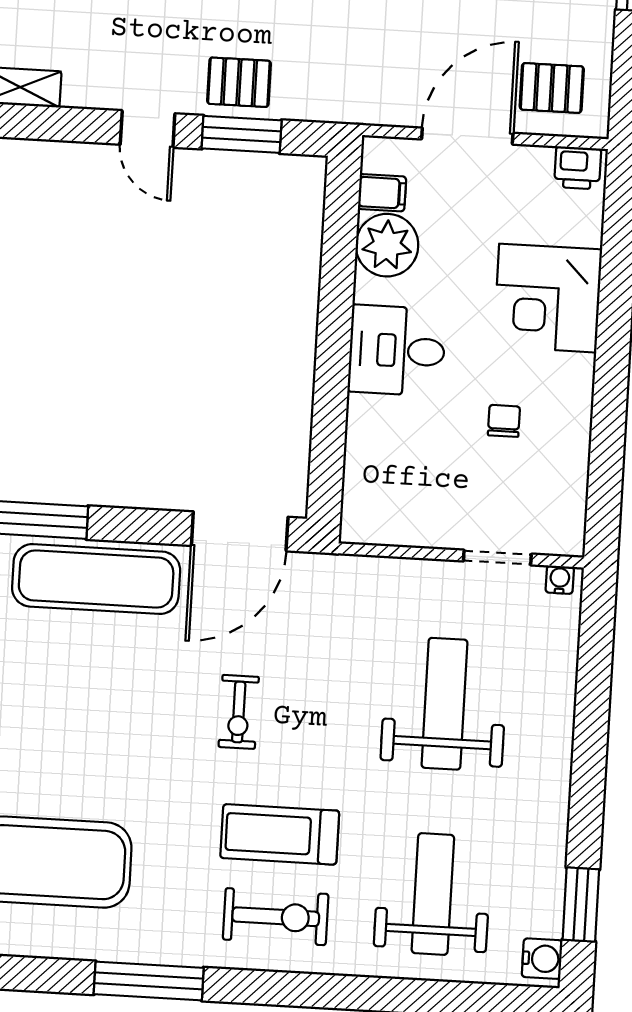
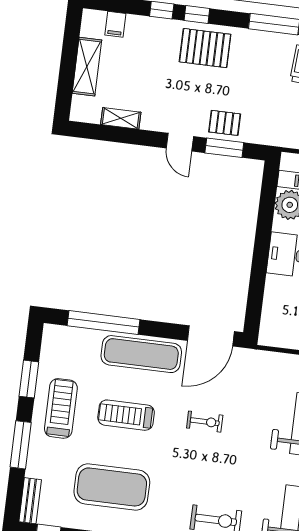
exercise bike: (239, 712) -> (205, 422), turned -90
treadmill: (280, 834) -> (126, 415), moved

